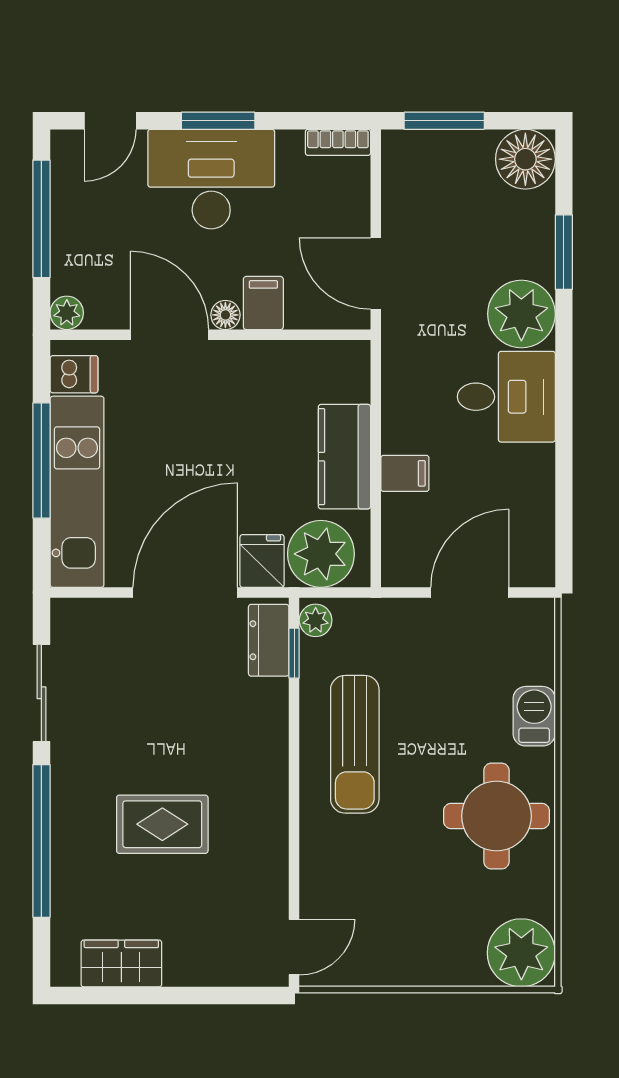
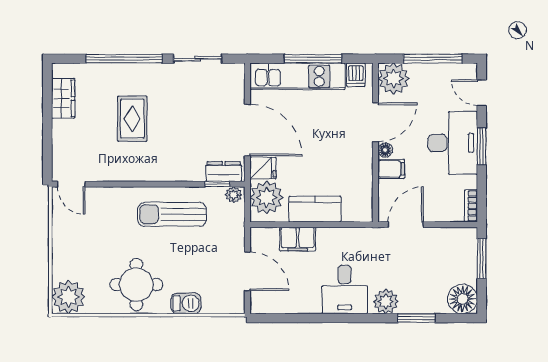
plant: (67, 313) -> (394, 78), width x1.87, depth x1.87
plant: (521, 314) -> (386, 301), width x0.73, depth x0.73
filing cabinet: (405, 473) -> (298, 239), width x2.00

